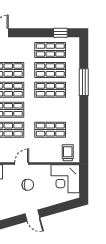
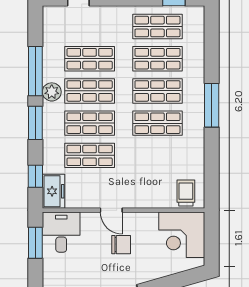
window: (84, 82) -> (212, 105), moved
shop shelf: (50, 130) -> (157, 123), moved
door: (22, 163) -> (111, 210), swing flipped

